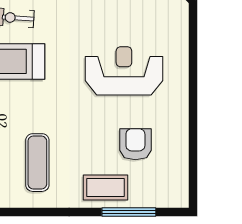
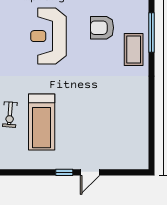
exercise mat: (37, 163) -> (115, 99), removed

